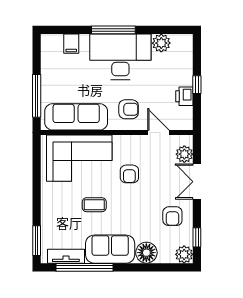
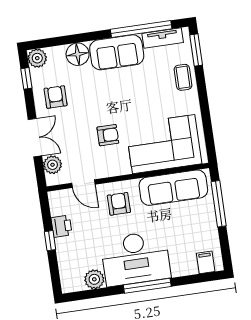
filing cabinet: (71, 44) -> (206, 262), moved
armchair: (129, 109) -> (119, 204), turned 90
armchair: (129, 174) -> (108, 135), turned 90
coffee table: (94, 205) -> (183, 77), moved, turned 90

